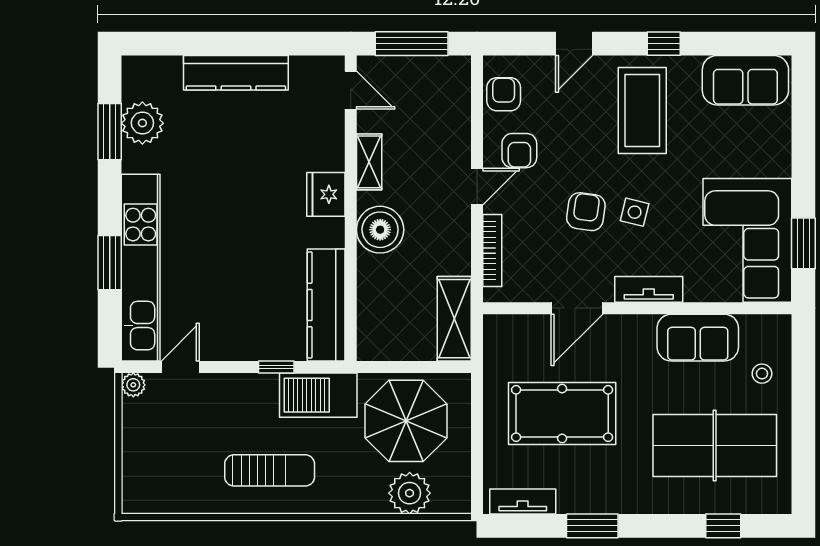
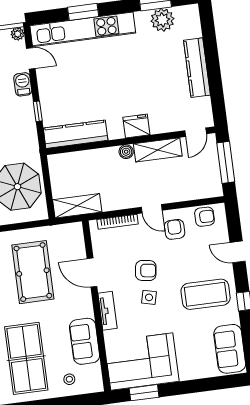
armchair: (519, 151) -> (175, 229), turned 90
shelving: (369, 162) -> (158, 150), width x1.50, depth x1.33
boiler: (380, 230) -> (126, 152), width x0.54, depth x0.54
barbecue: (318, 395) -> (23, 84), moved, width x0.53, depth x0.65

